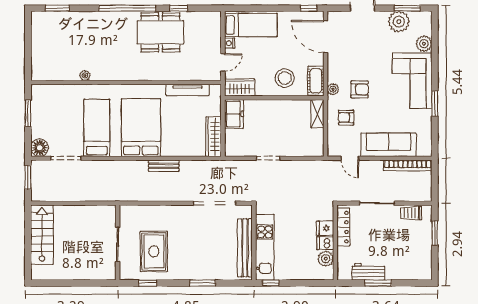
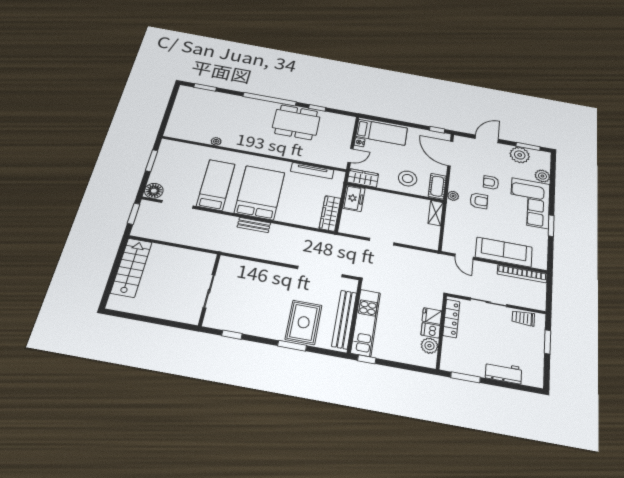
armchair: (346, 118) -> (491, 183), moved
bench: (164, 166) -> (254, 225), moved
rug: (154, 251) -> (304, 322), moved
workbench: (368, 272) -> (504, 373), moved
window: (378, 283) -> (466, 377), moved

